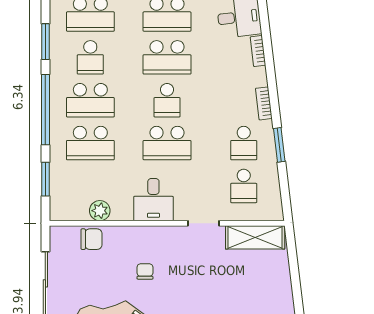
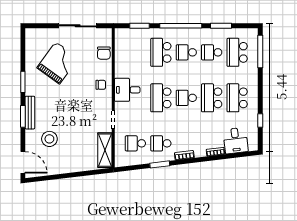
school desk: (90, 100) -> (186, 52), width x0.54
plant: (100, 211) -> (121, 58), removed
chair: (145, 271) -> (101, 85), moved

